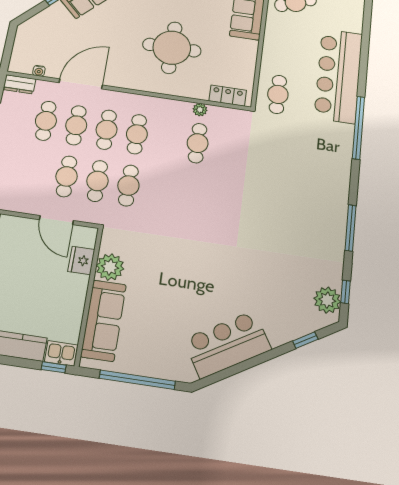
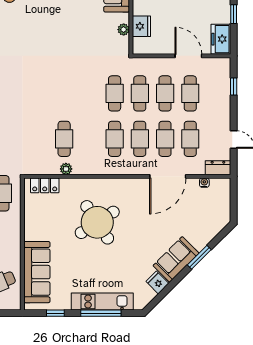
round table: (172, 48) -> (97, 222), turned -33
cafe table: (36, 172) -> (190, 93), added
door: (56, 220) -> (188, 56), moved
plant: (110, 267) -> (124, 30), width x0.53, depth x0.53

